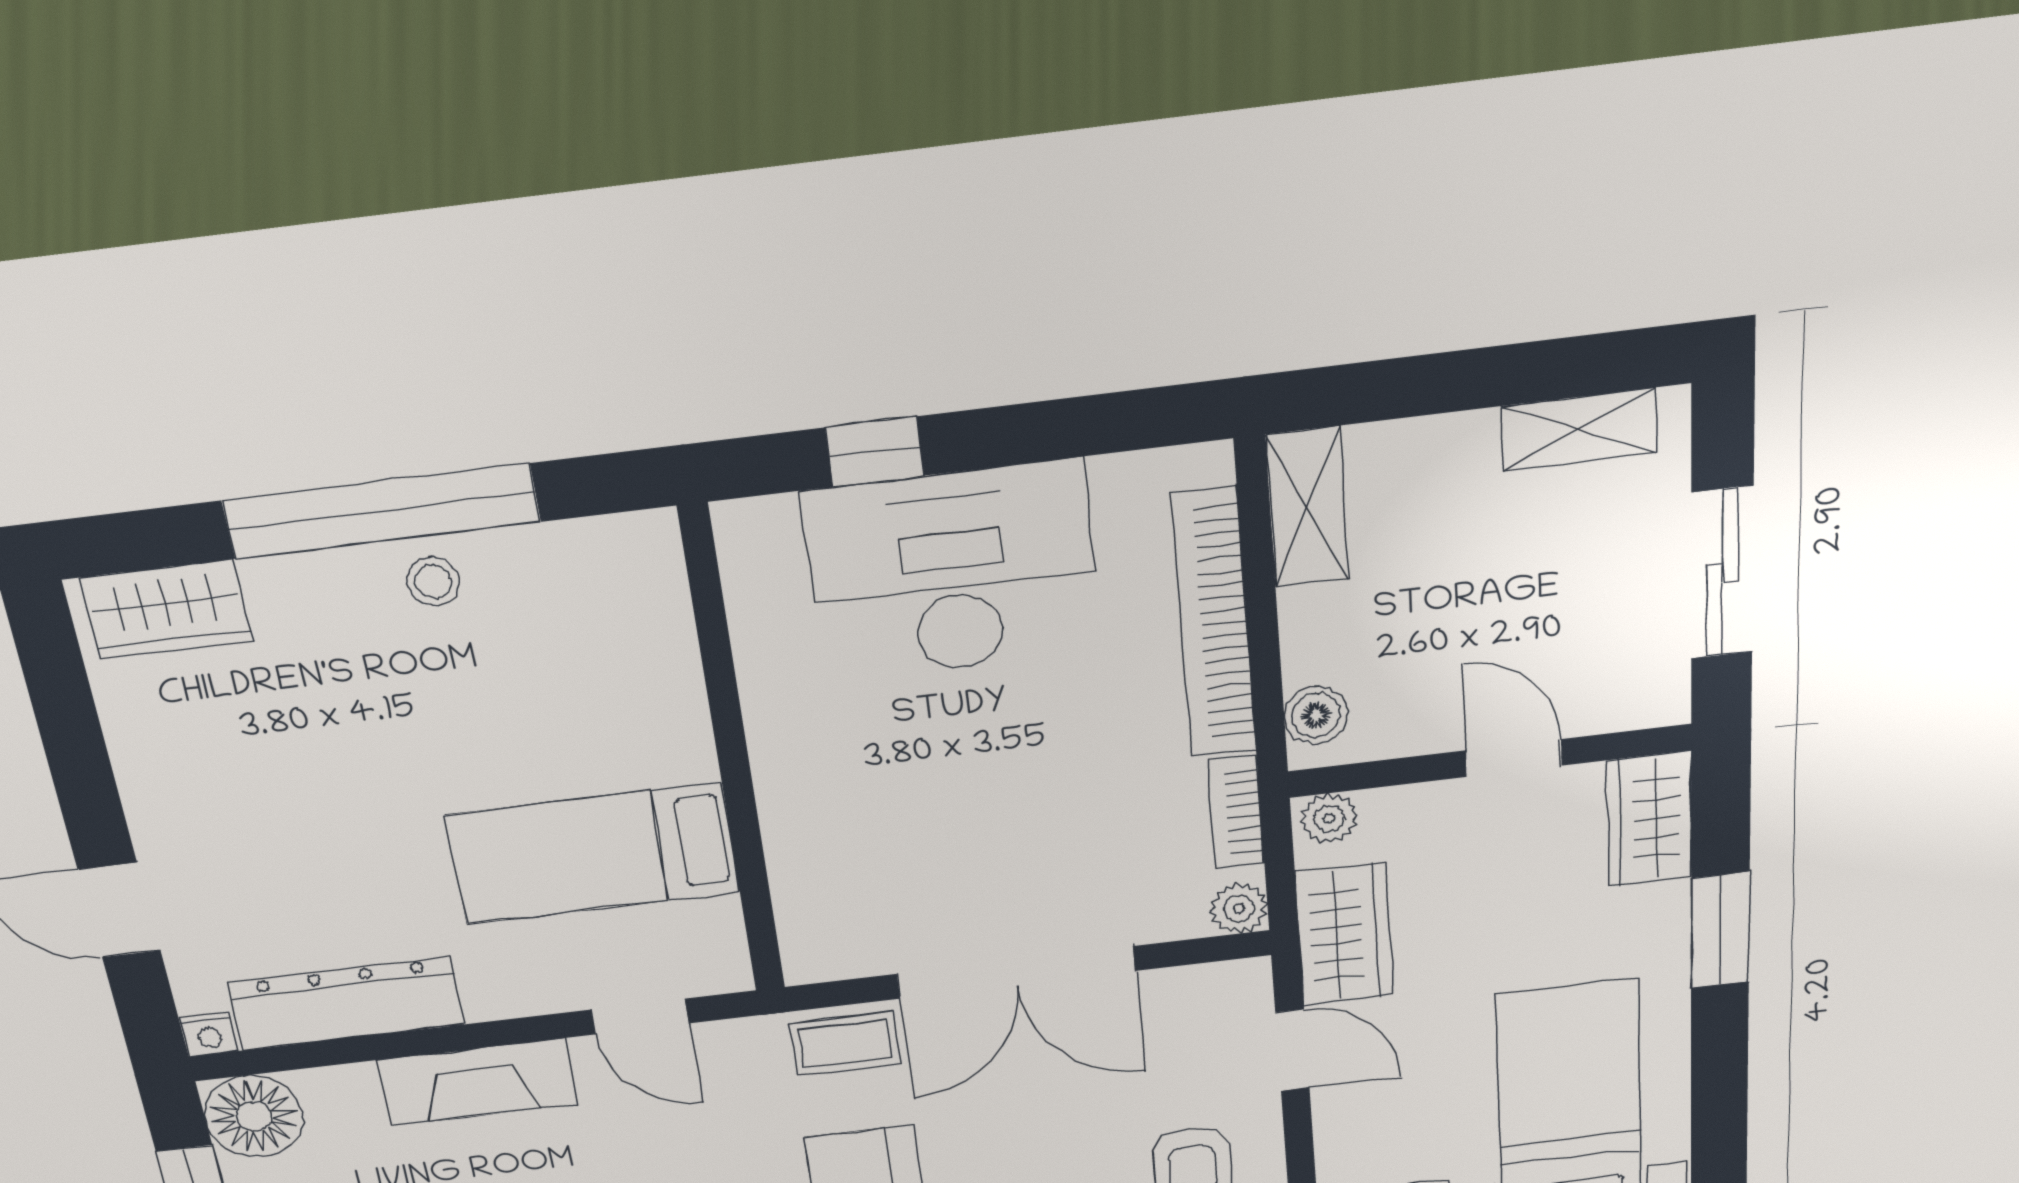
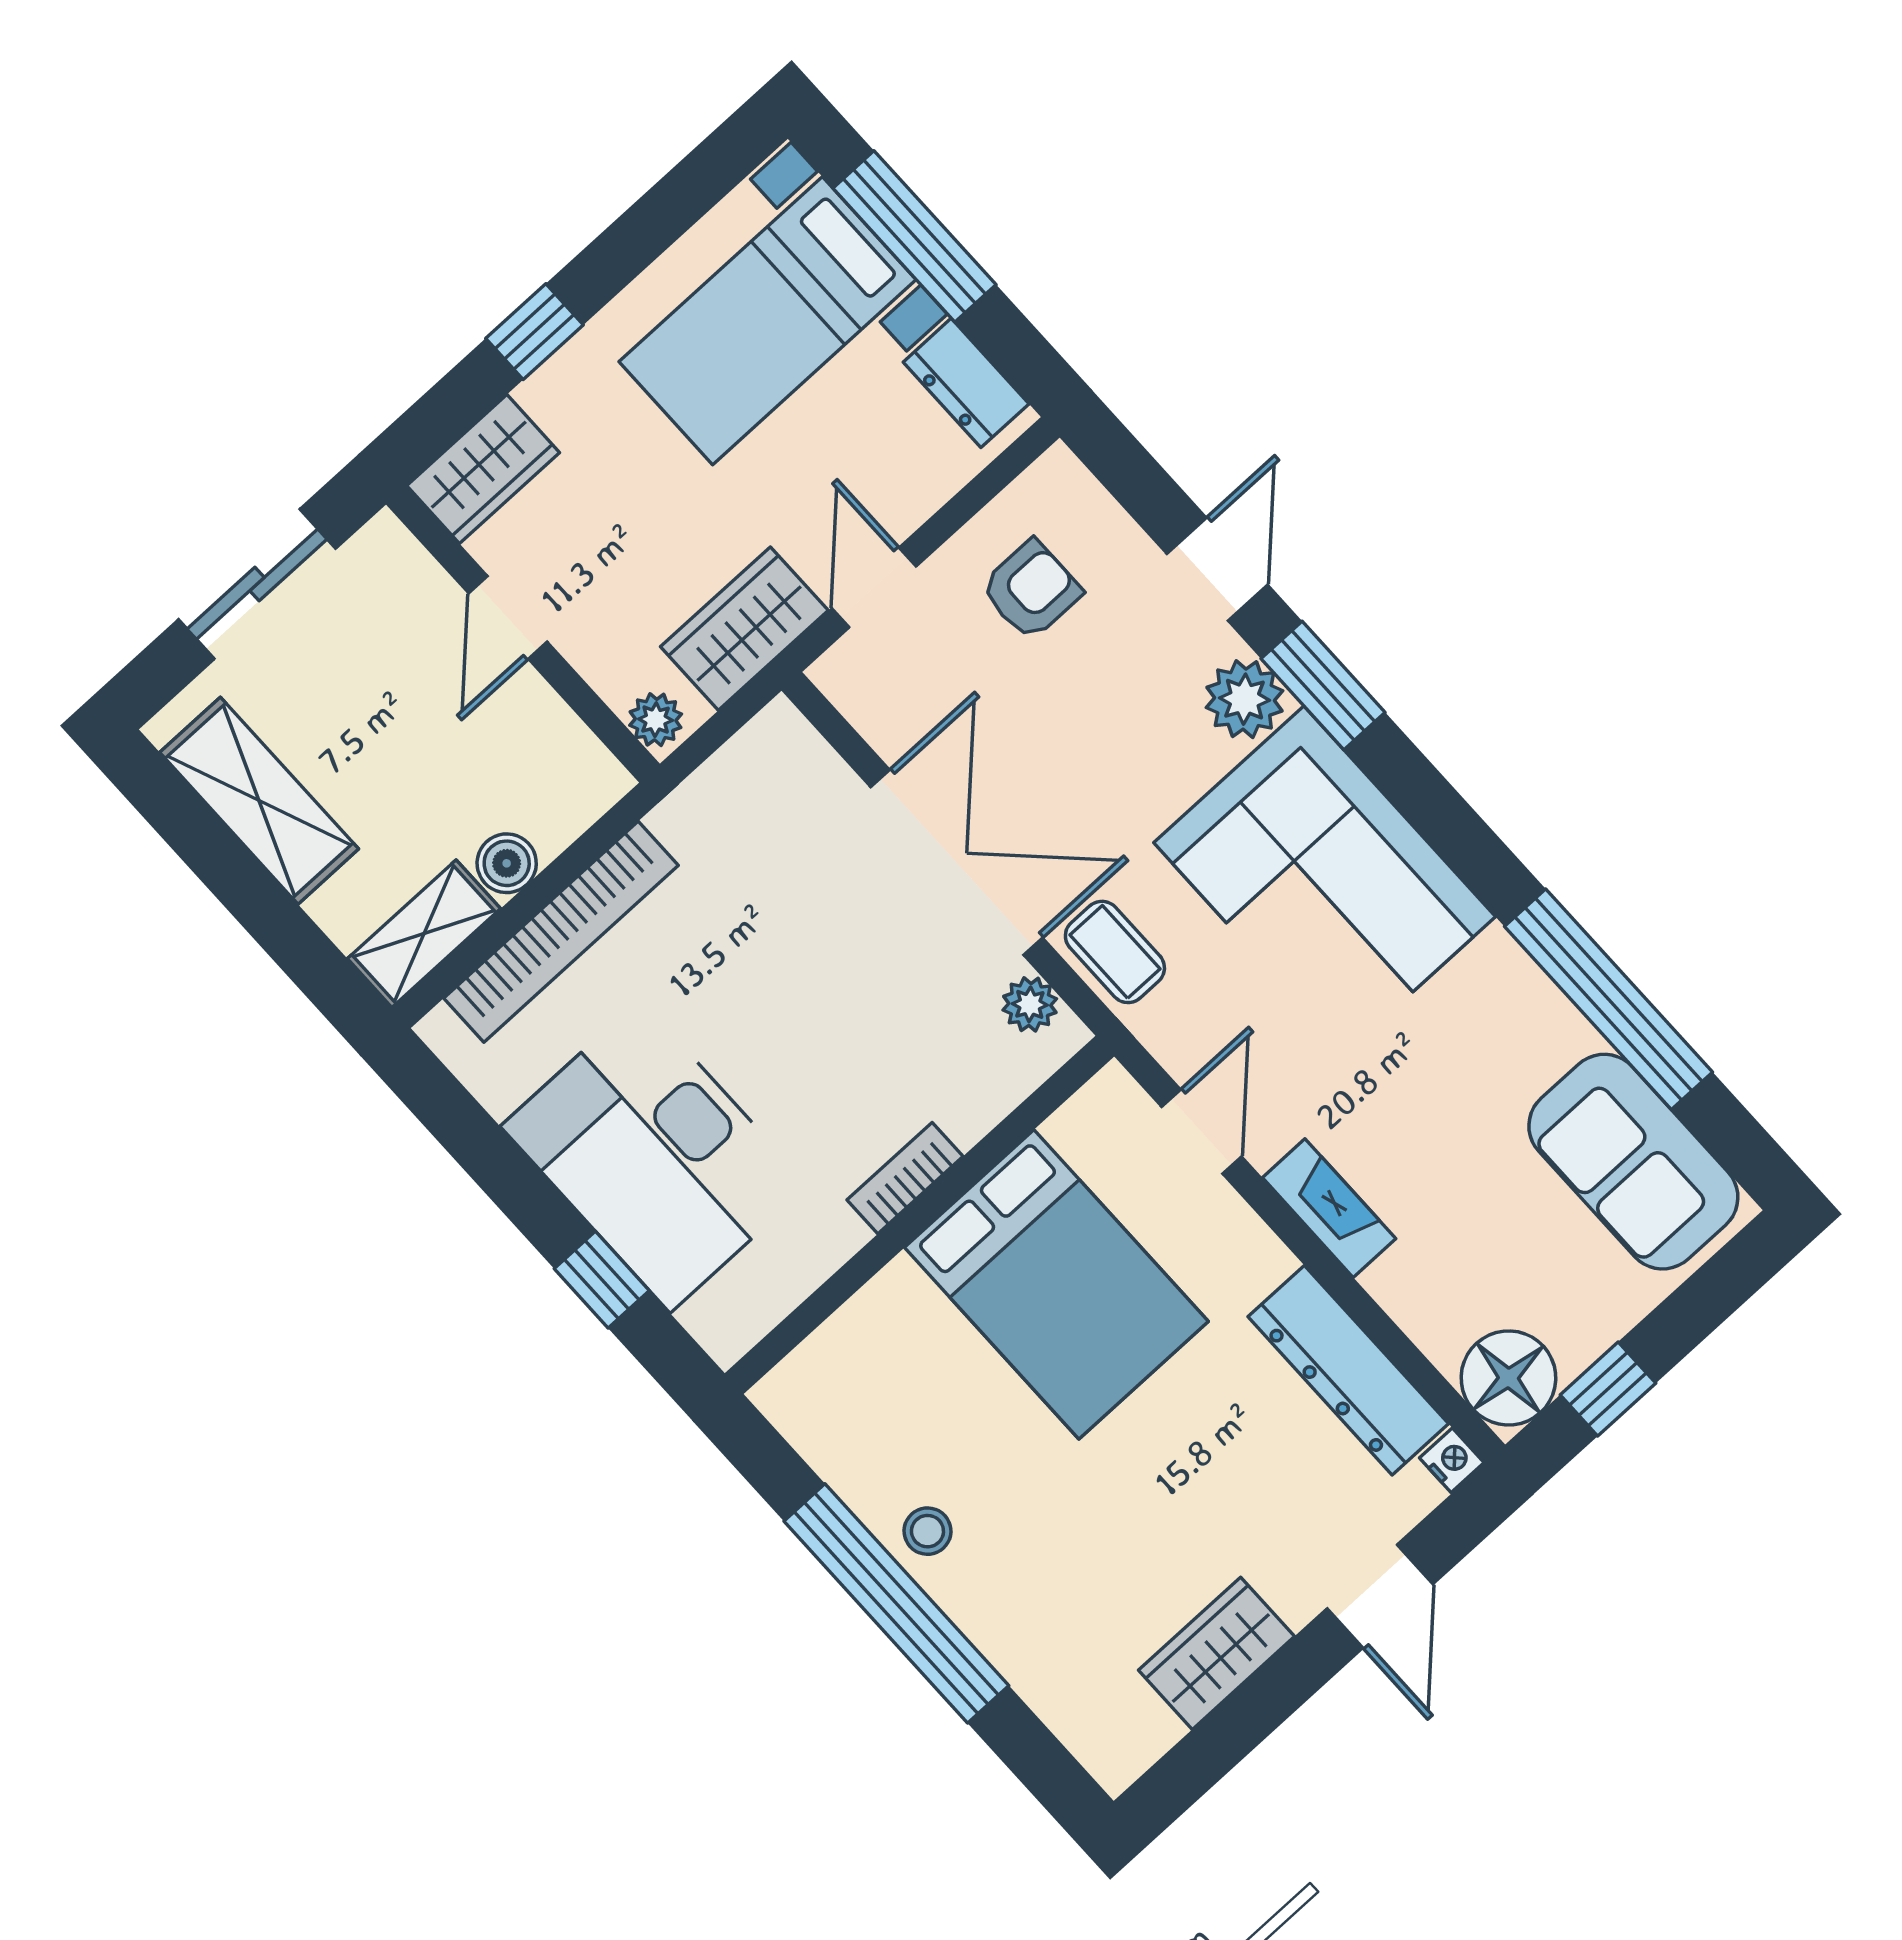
shelving: (1579, 430) -> (259, 801), width x1.50, depth x1.33
wardrobe: (166, 610) -> (1216, 1653), moved, turned -90
boiler: (1316, 715) -> (507, 863), moved
bookcase: (1236, 812) -> (905, 1178), moved, turned 180
bed: (593, 854) -> (1056, 1284), width x1.50
plant: (1239, 908) -> (1030, 1004), moved
window: (1720, 930) -> (534, 332), width x0.67
fireplace: (478, 1082) -> (1329, 1208), width x0.73, depth x0.76

